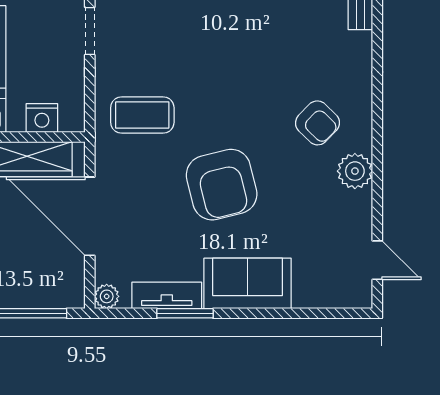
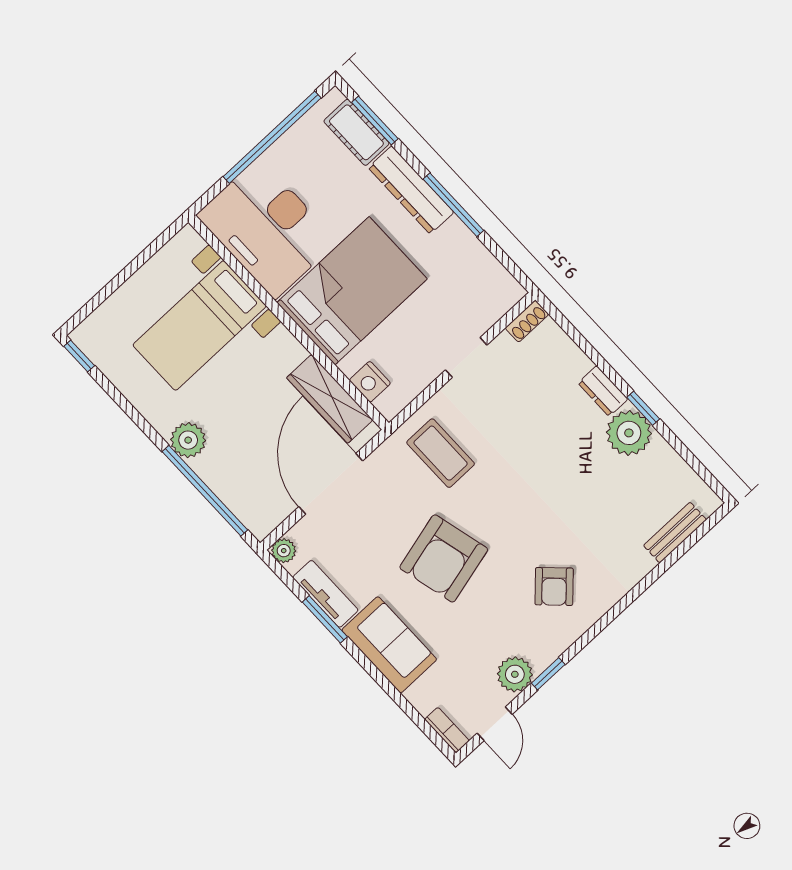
plant: (355, 171) -> (515, 674), moved
window: (377, 187) -> (548, 674), added
bookcase: (349, 299) -> (447, 730), added

